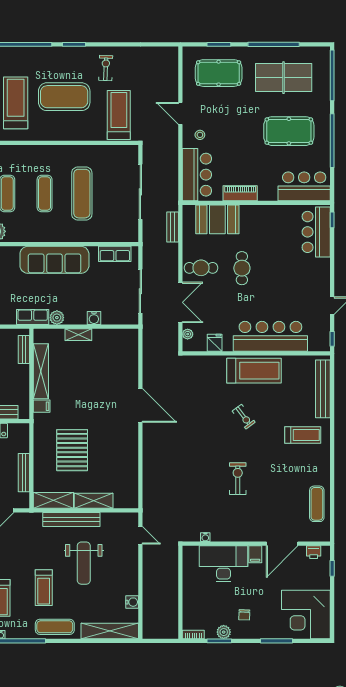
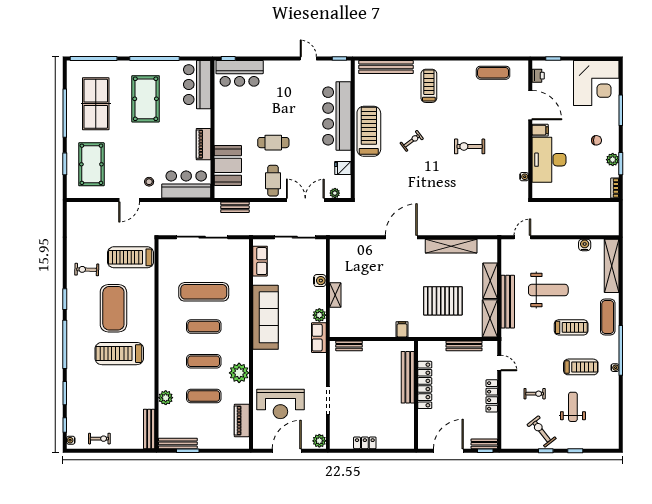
shelving: (41, 371) -> (451, 246), moved

